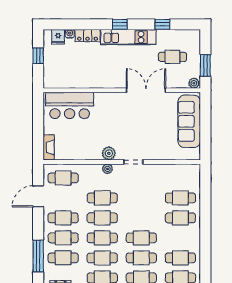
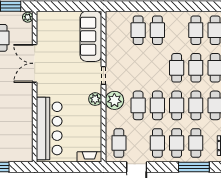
bar counter: (70, 105) -> (49, 128), width x1.36
sofa: (189, 121) -> (91, 36), moved, turned 90
plant: (107, 169) -> (114, 100), width x1.87, depth x1.87

